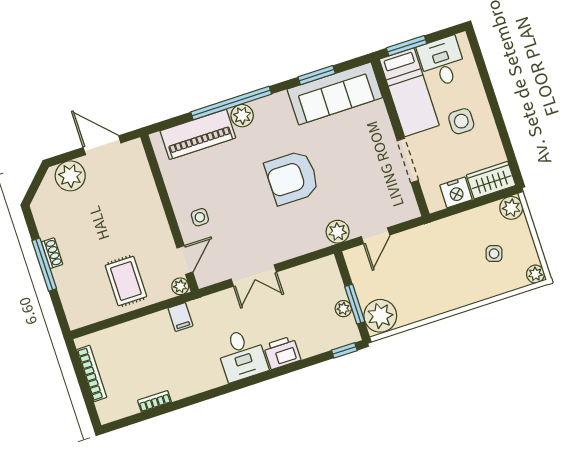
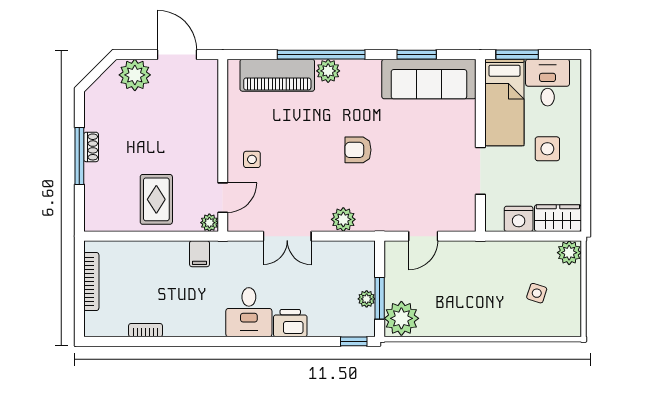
armchair: (292, 178) -> (358, 150), width x0.53, depth x0.53
plant: (338, 232) -> (343, 219), moved
plant: (535, 274) -> (572, 327), removed

